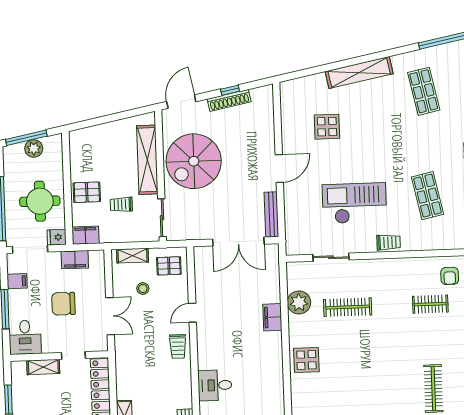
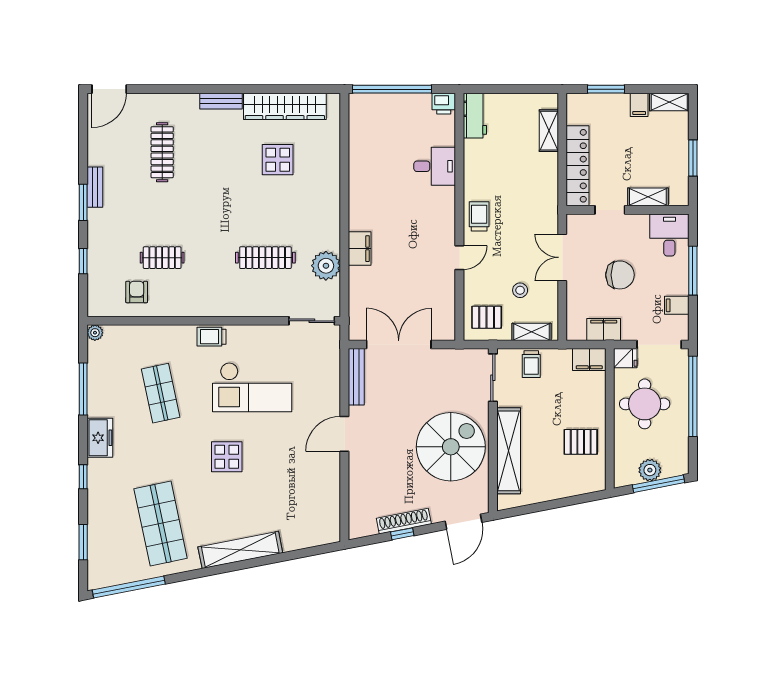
shop shelf: (424, 91) -> (161, 524), width x1.43, depth x1.36
display table: (327, 127) -> (227, 457), moved
pallet: (87, 192) -> (581, 442), moved
trolley: (121, 204) -> (531, 364), moved, turned 90
sliding door: (331, 257) -> (312, 321), moved
display table: (306, 360) -> (278, 160), moved

